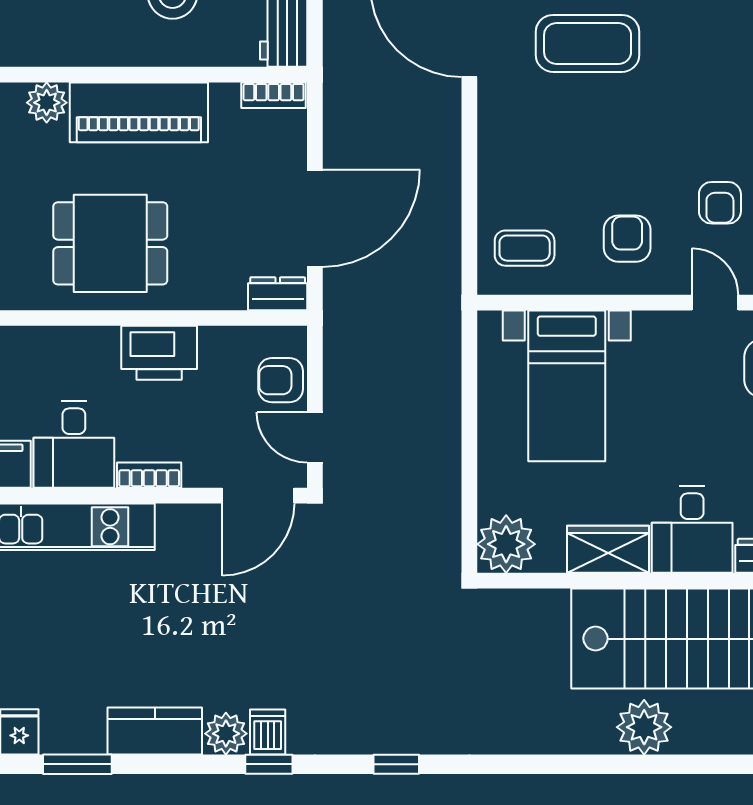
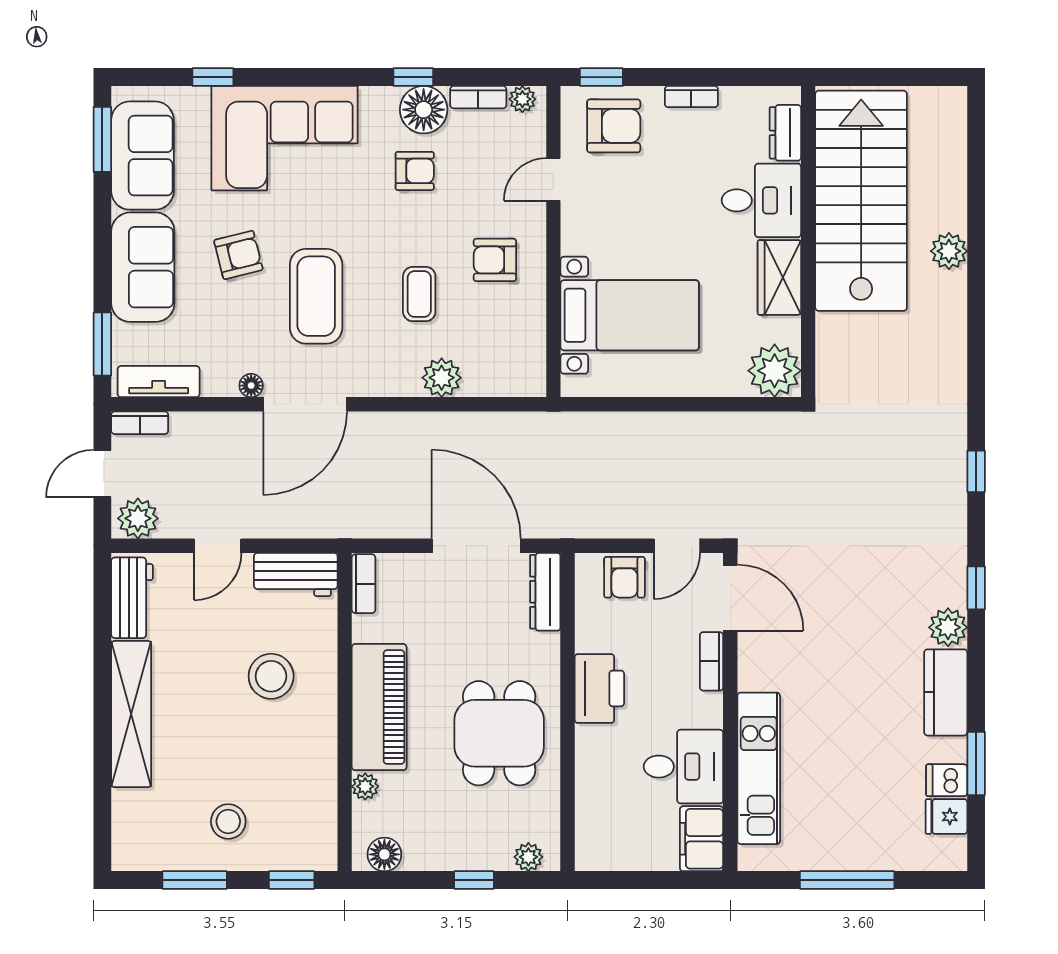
plant: (47, 103) -> (365, 786), width x0.73, depth x0.73
plant: (499, 181) -> (442, 378), added
armchair: (720, 203) -> (415, 171), moved
coffee table: (525, 248) -> (419, 294), moved
dresser: (278, 294) -> (545, 592), width x1.44
bookcase: (149, 475) -> (711, 661), moved
plant: (644, 727) -> (949, 251), width x0.73, depth x0.73
dishwasher: (268, 732) -> (947, 780), moved

